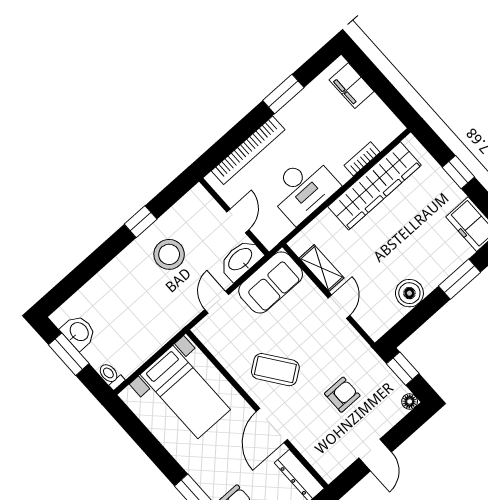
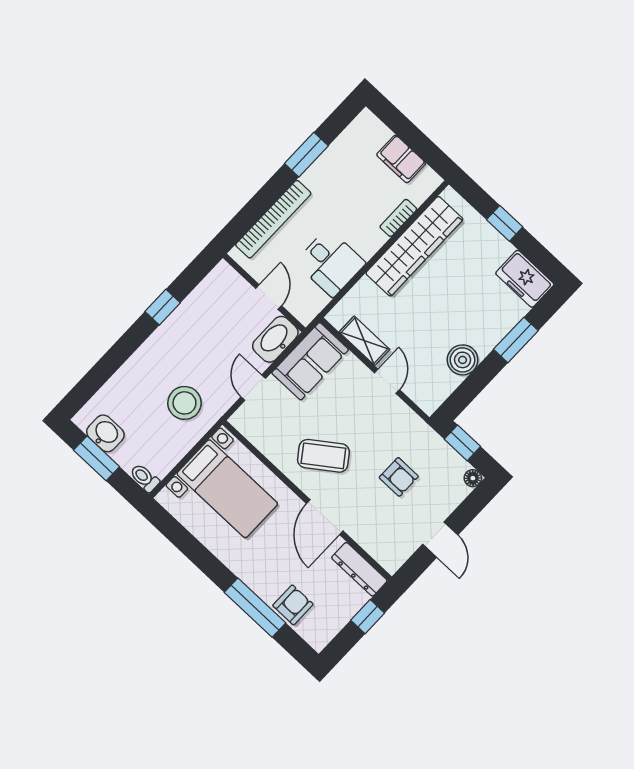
filing cabinet: (352, 86) -> (401, 159), moved
desk: (303, 189) -> (330, 263), width x0.73
stool: (169, 254) -> (184, 403), moved
armchair: (342, 395) -> (399, 477), turned 90

